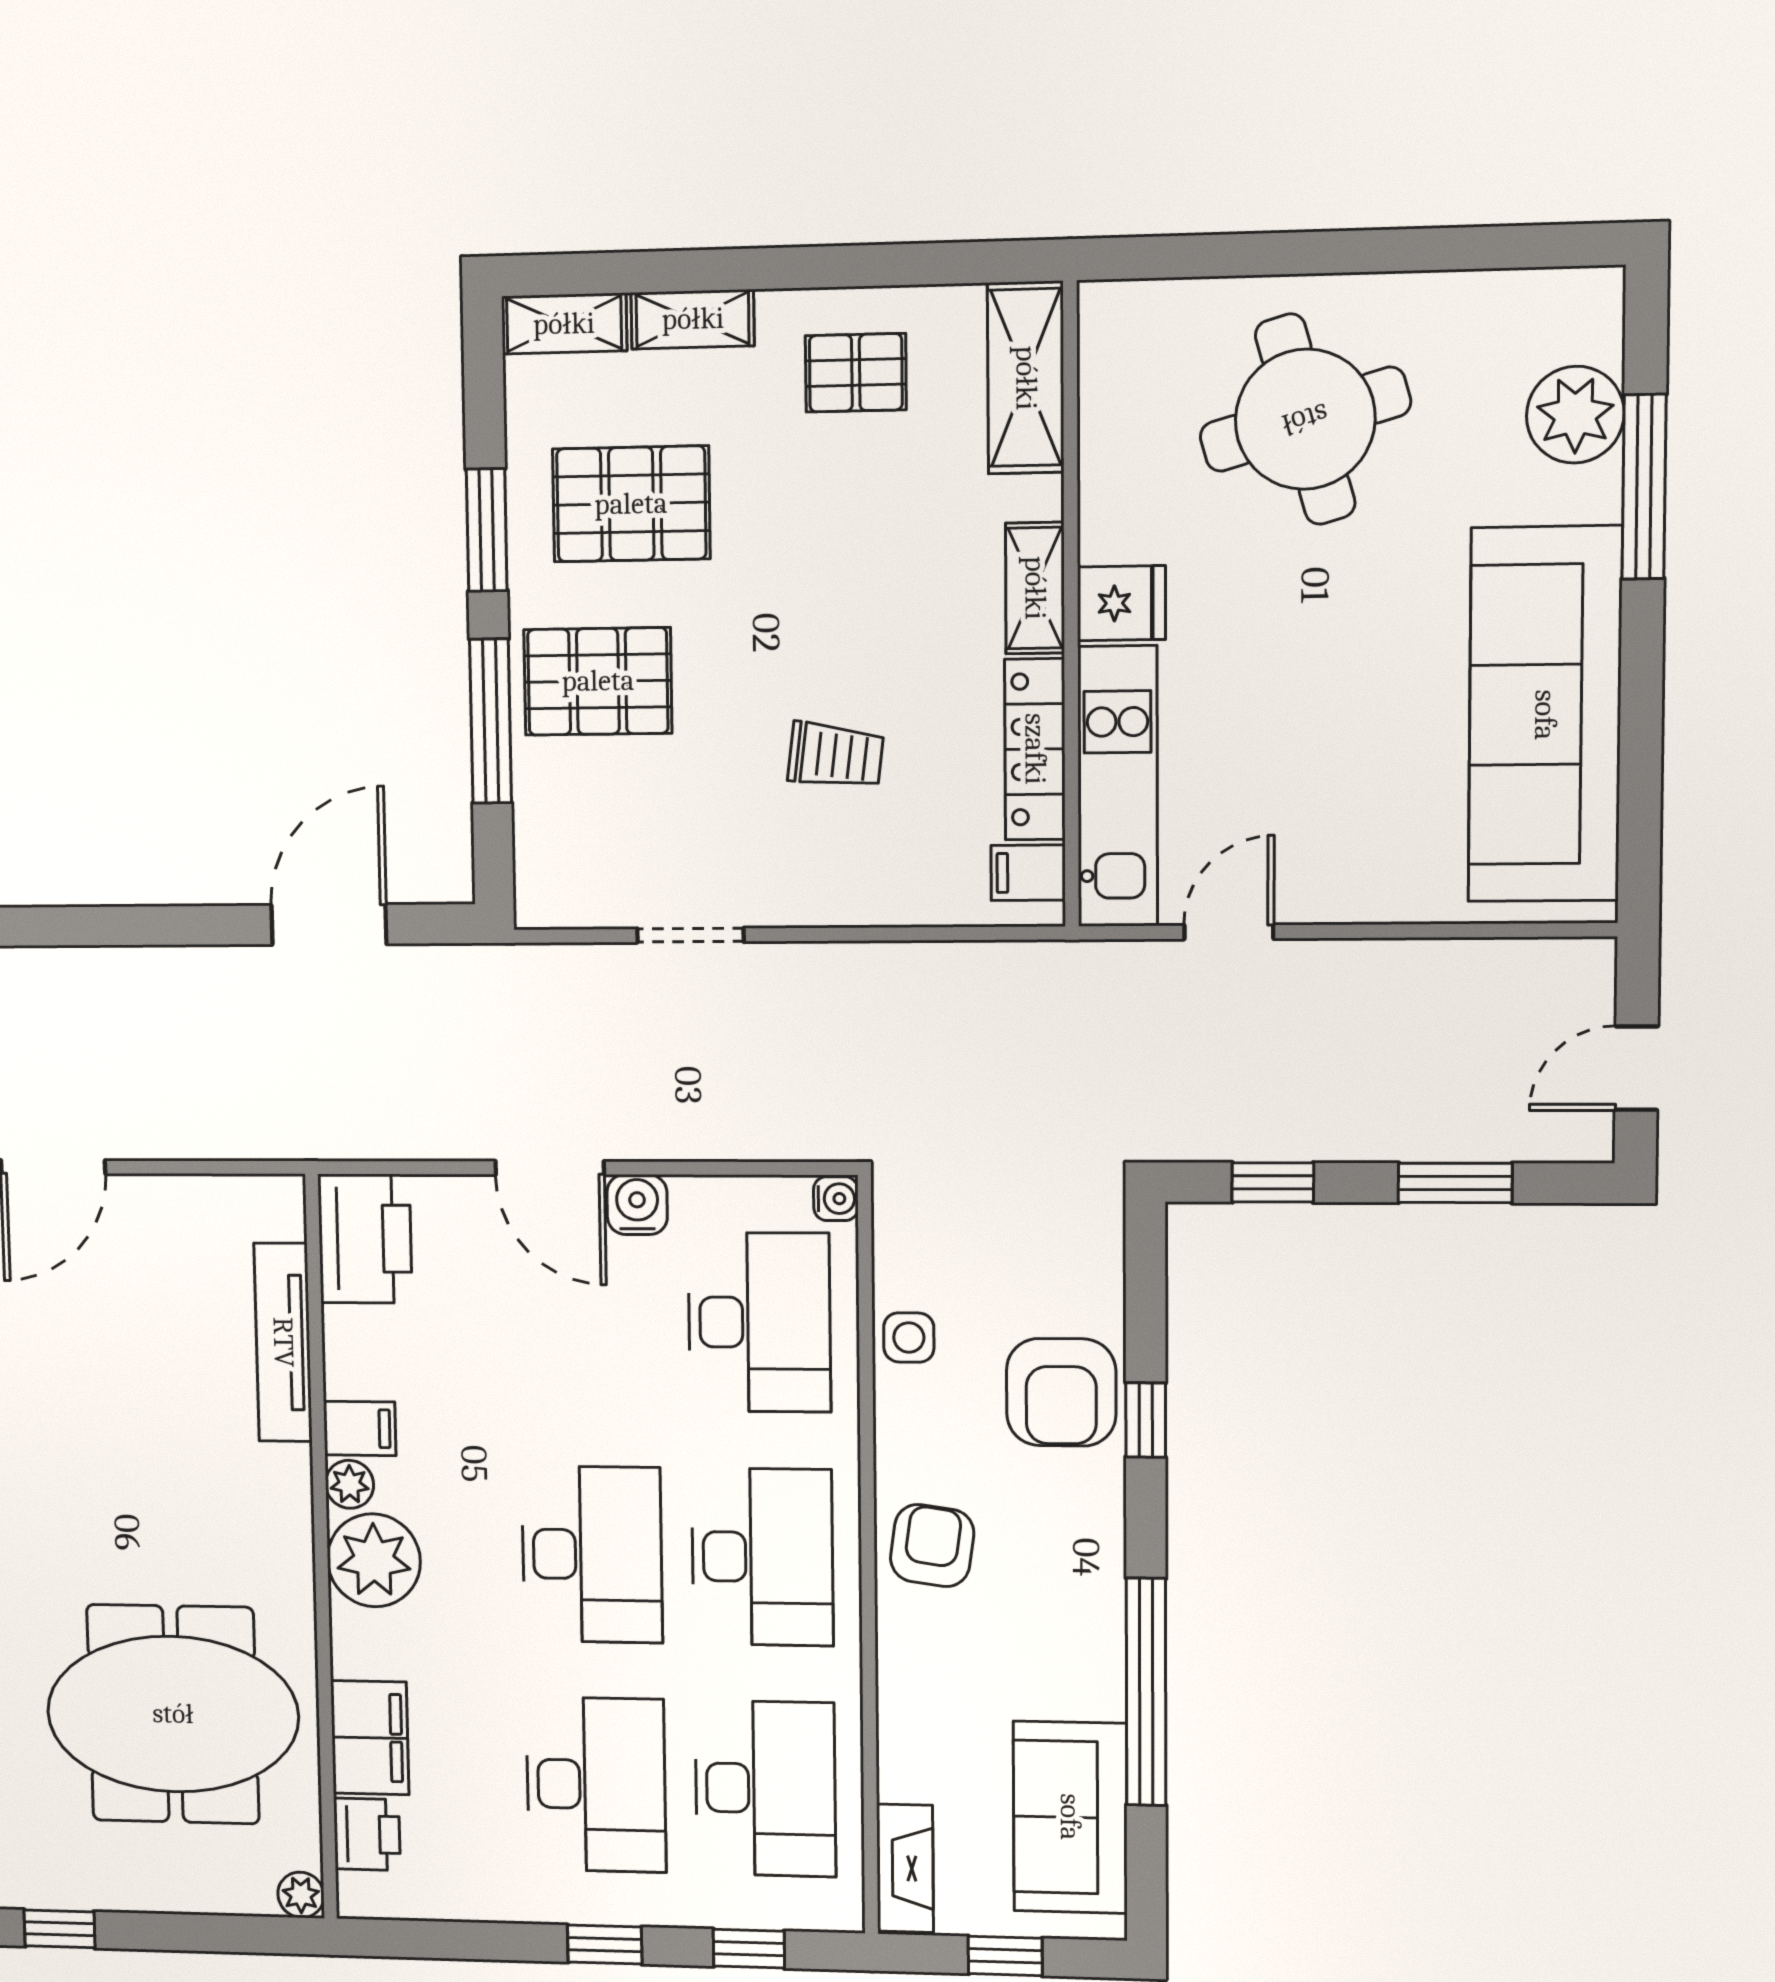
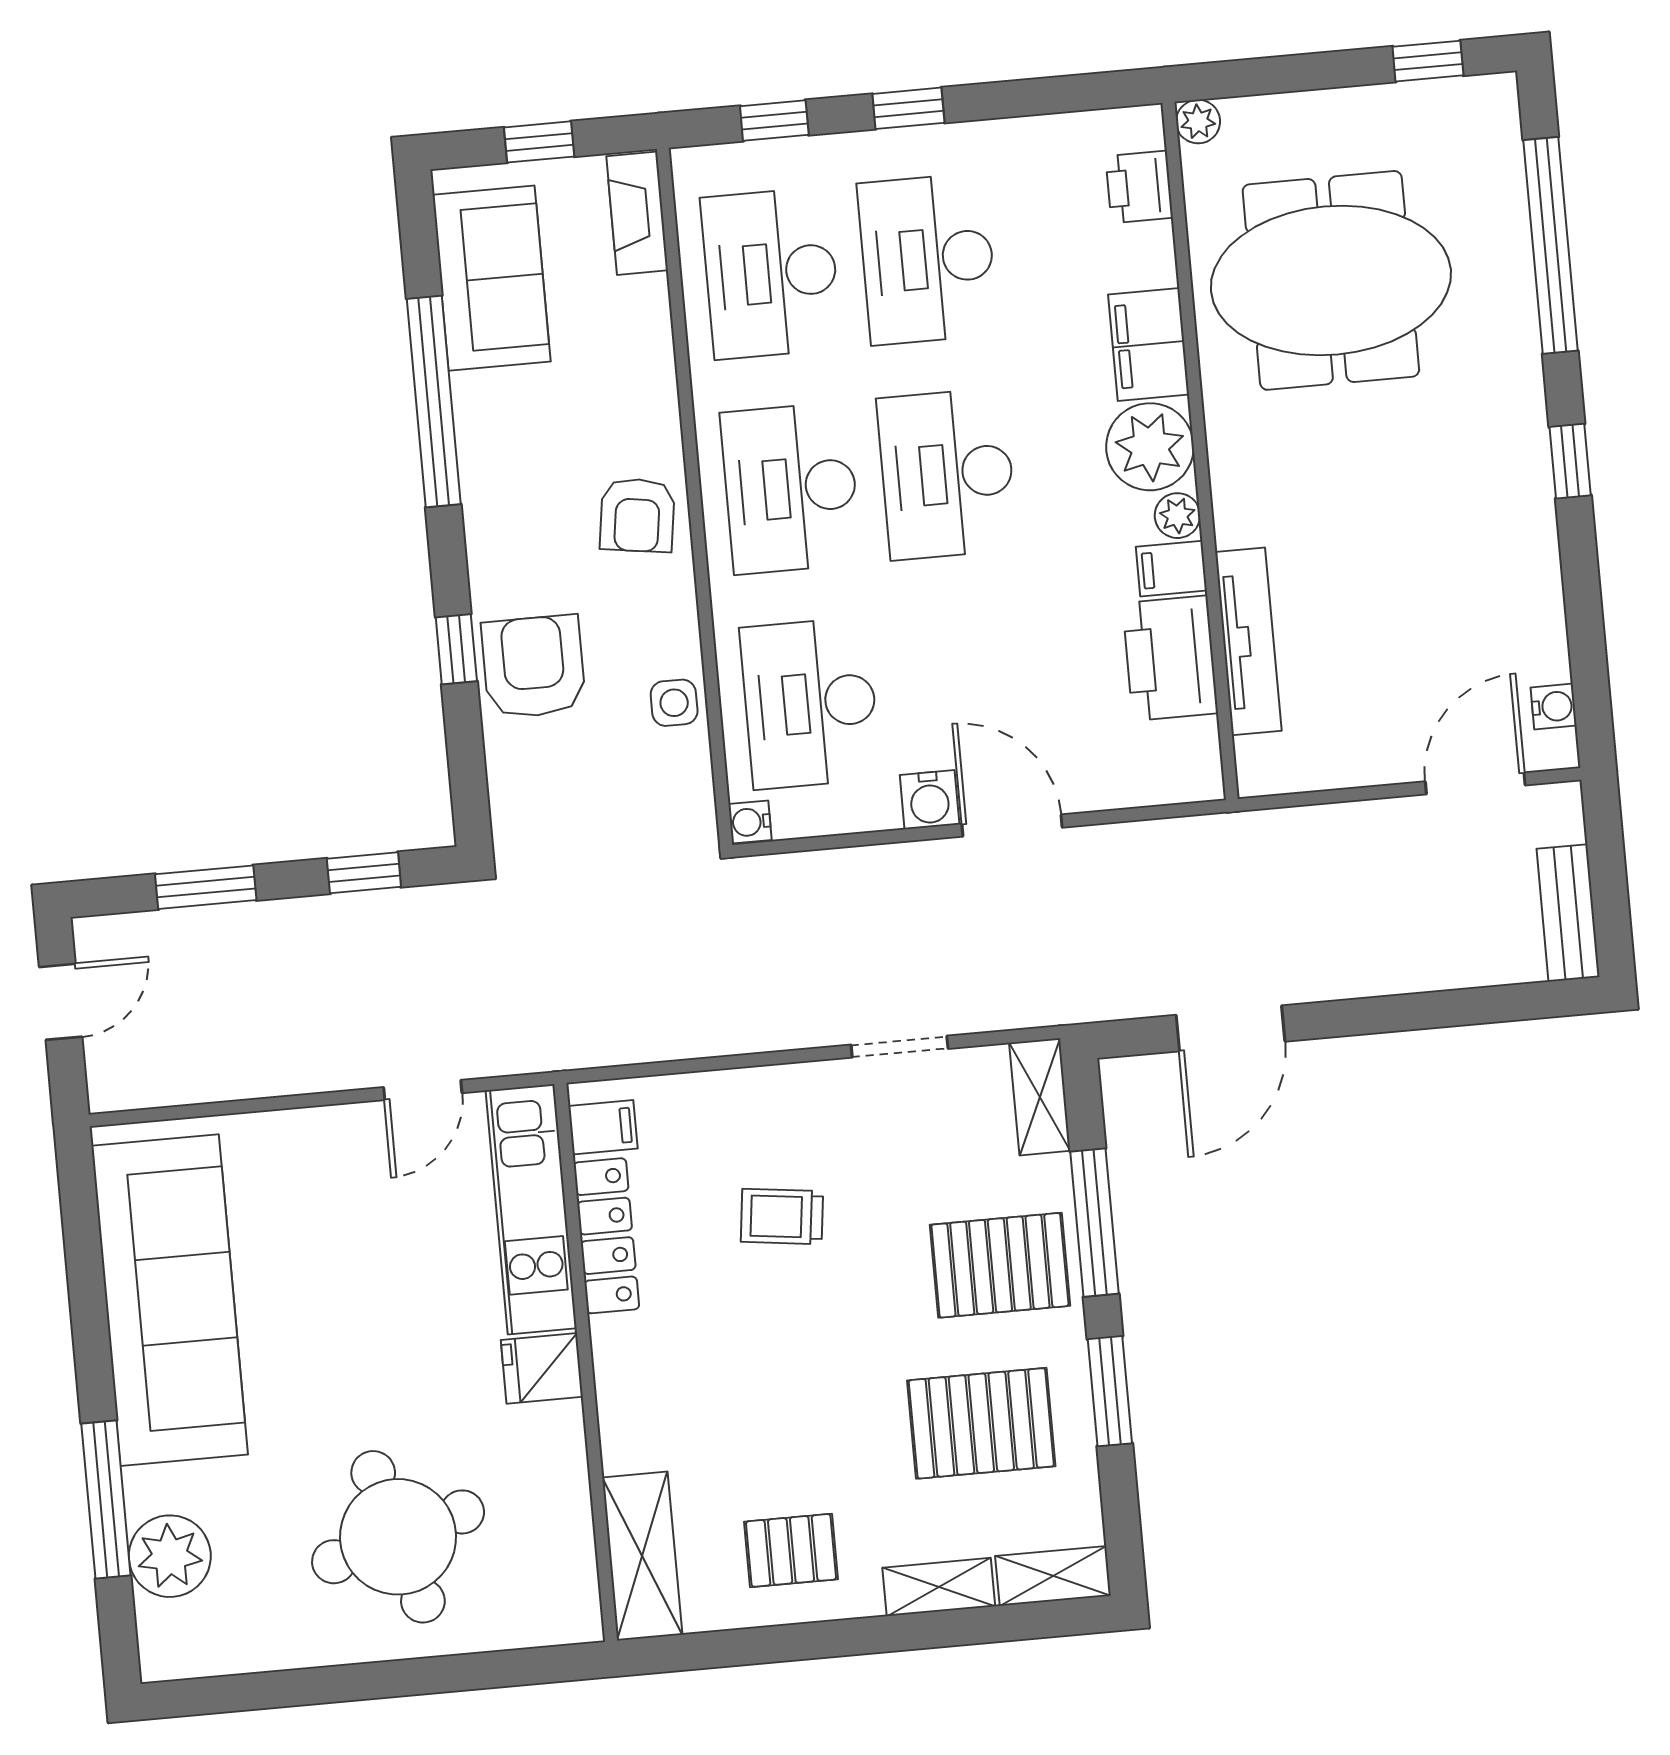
shelving: (1035, 588) -> (1040, 1097), moved
printer: (365, 1239) -> (1170, 658), moved
filing cabinet: (370, 1738) -> (1149, 344), moved

